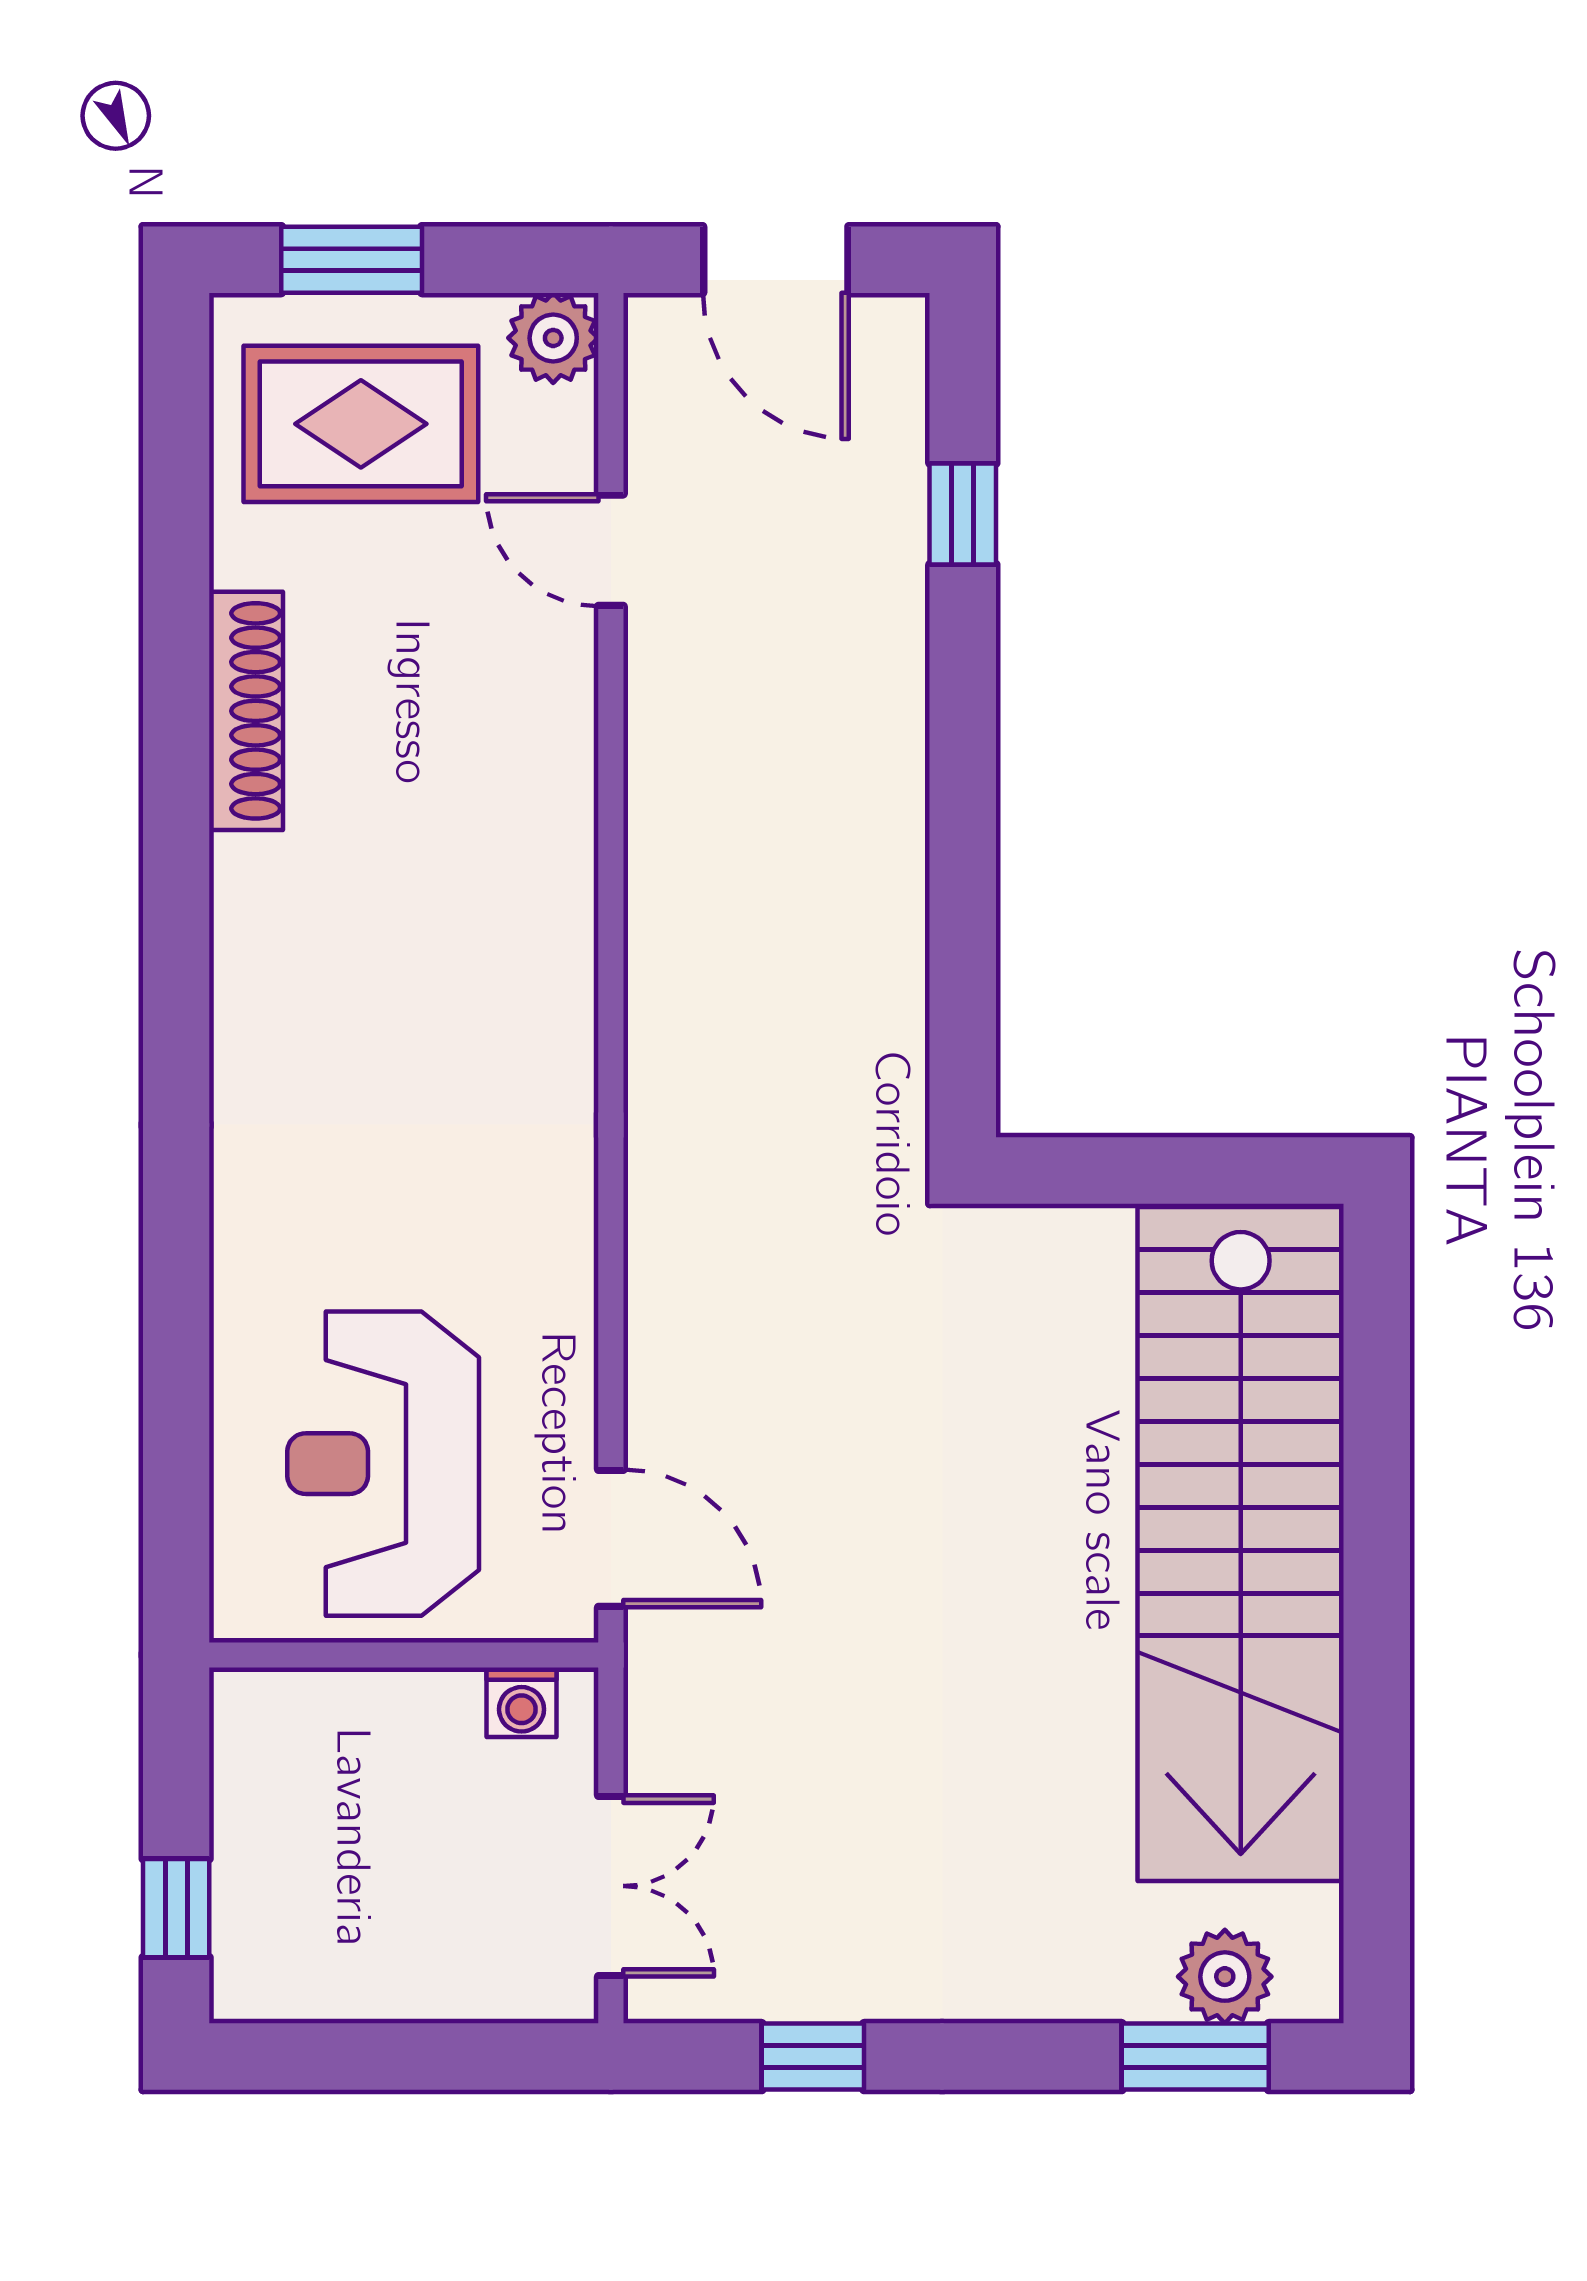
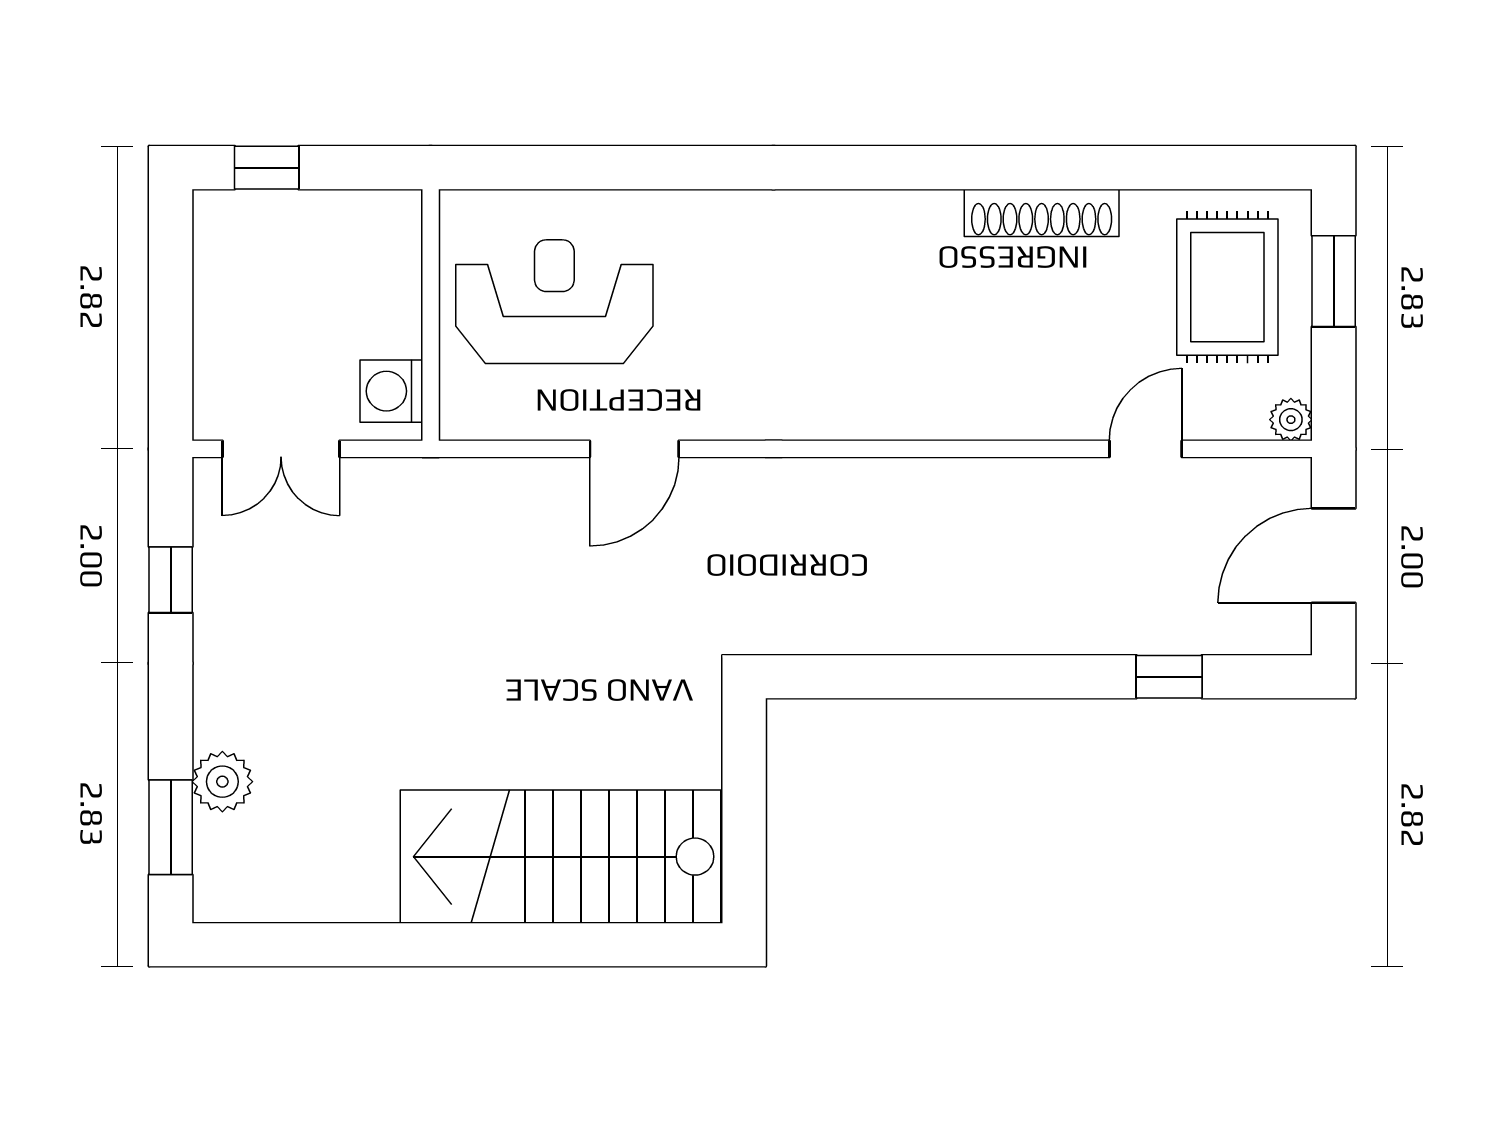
plant: (553, 338) -> (1291, 420), width x0.73, depth x0.73
door: (611, 1538) -> (634, 449), moved
stairs: (1241, 1544) -> (561, 857), width x0.73
washing machine: (522, 1702) -> (391, 391), width x1.38, depth x1.38
plant: (1225, 1977) -> (222, 782), moved

